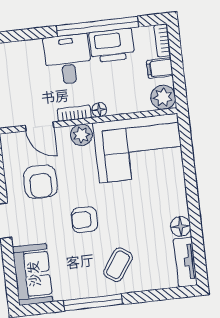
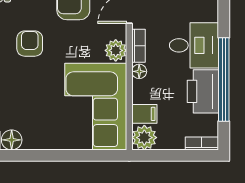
filing cabinet: (160, 68) -> (144, 114), moved, turned 90

